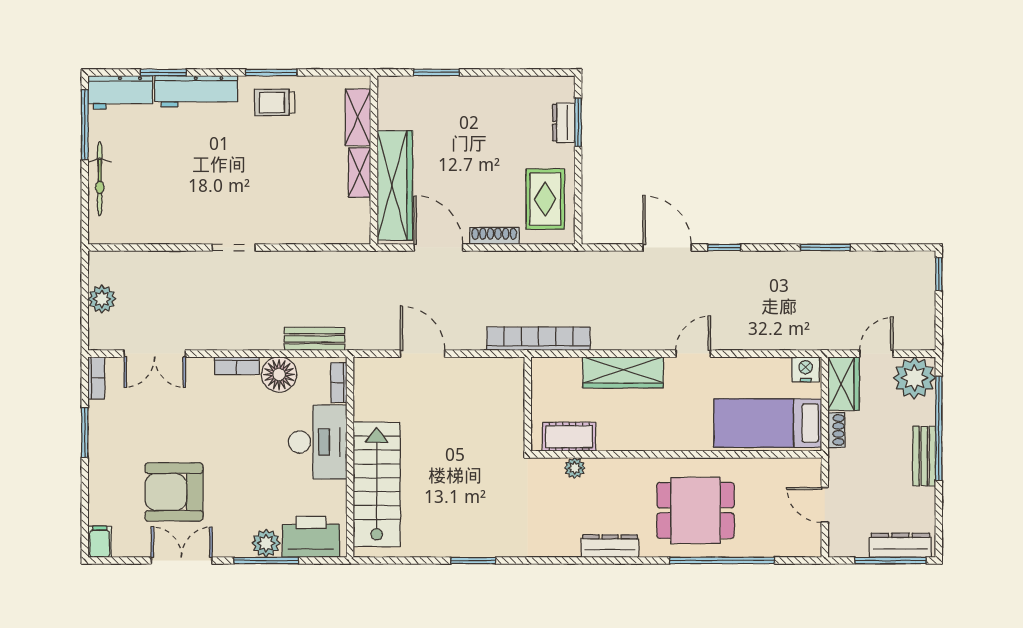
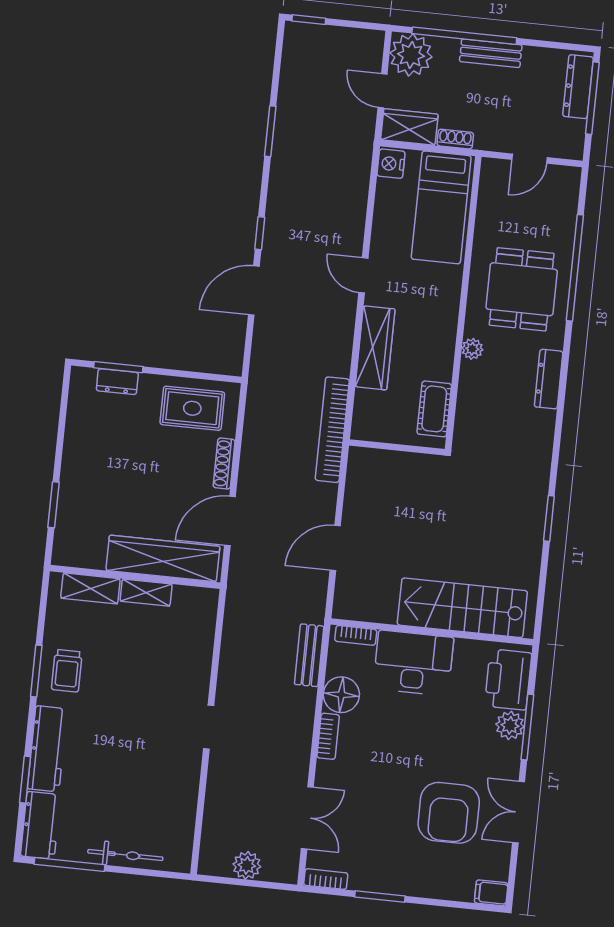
plant: (575, 468) -> (472, 349), moved

